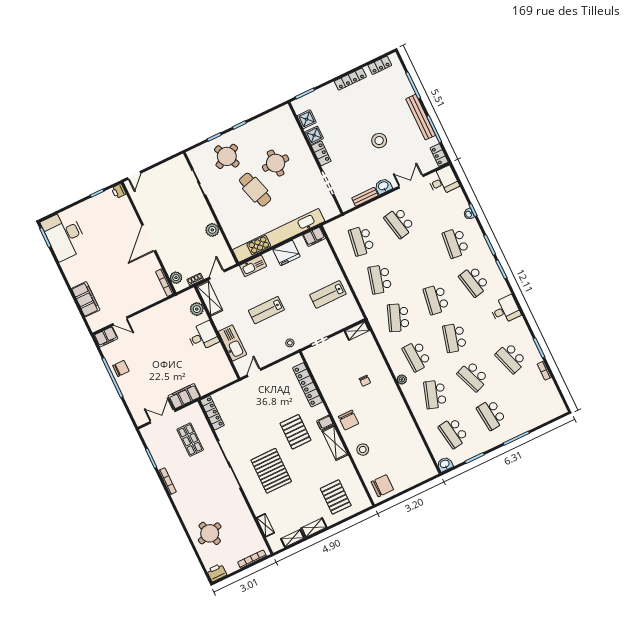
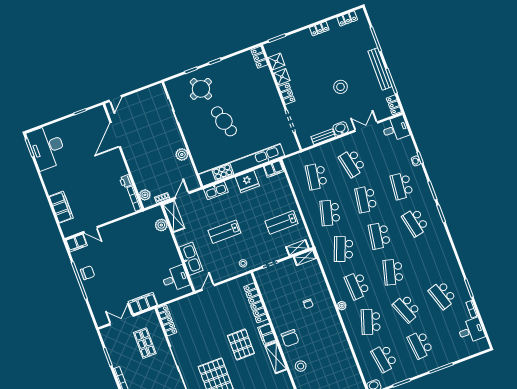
locker: (350, 79) -> (319, 29), width x0.66
locker: (288, 116) -> (259, 57), added
round table: (276, 163) -> (245, 99), removed
printer: (119, 191) -> (126, 181), moved
door: (149, 238) -> (115, 135), moved
school desk: (418, 261) -> (366, 199), added
desk: (505, 310) -> (471, 331), moved
shelving: (348, 320) -> (297, 248), added
desk: (203, 336) -> (175, 279), moved
filing cabinet: (325, 423) -> (267, 334), width x2.00

